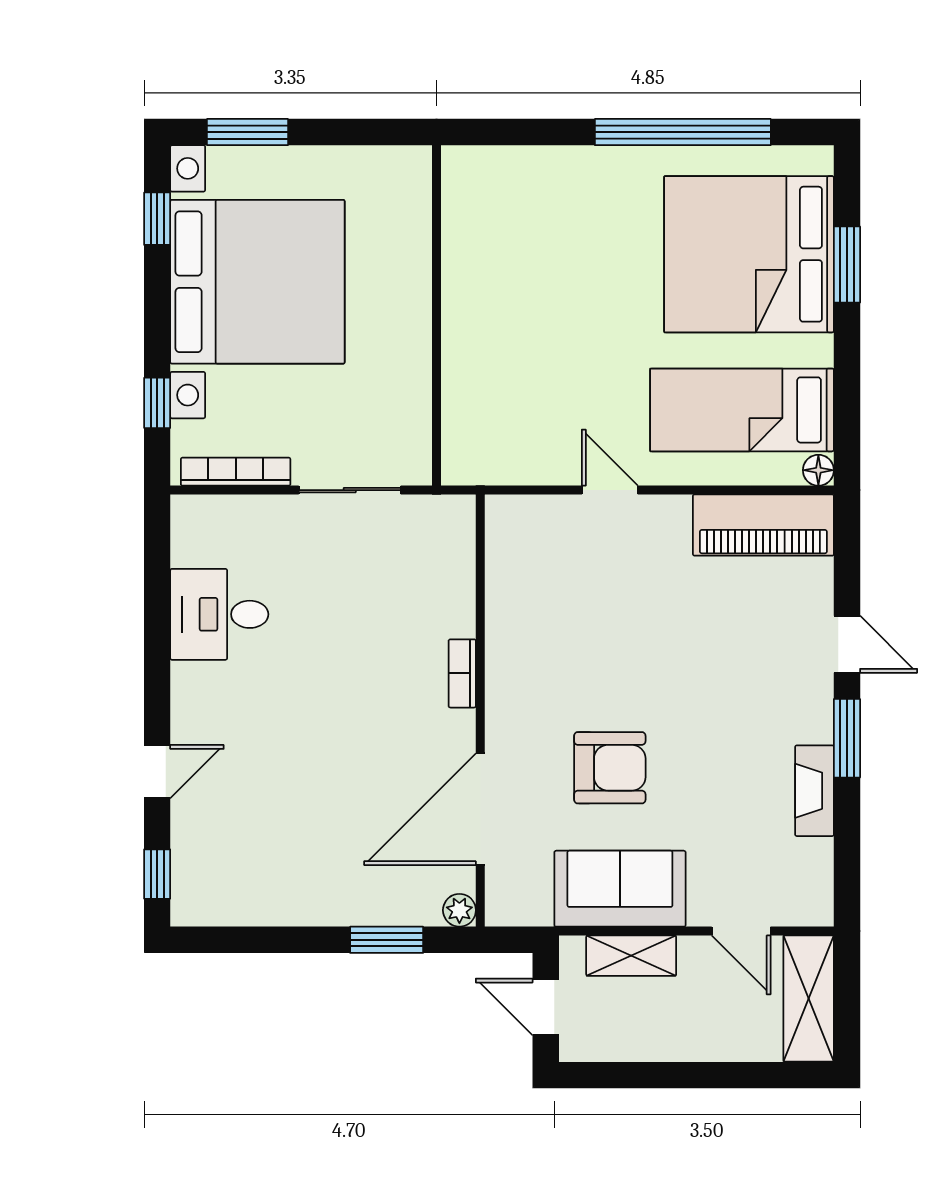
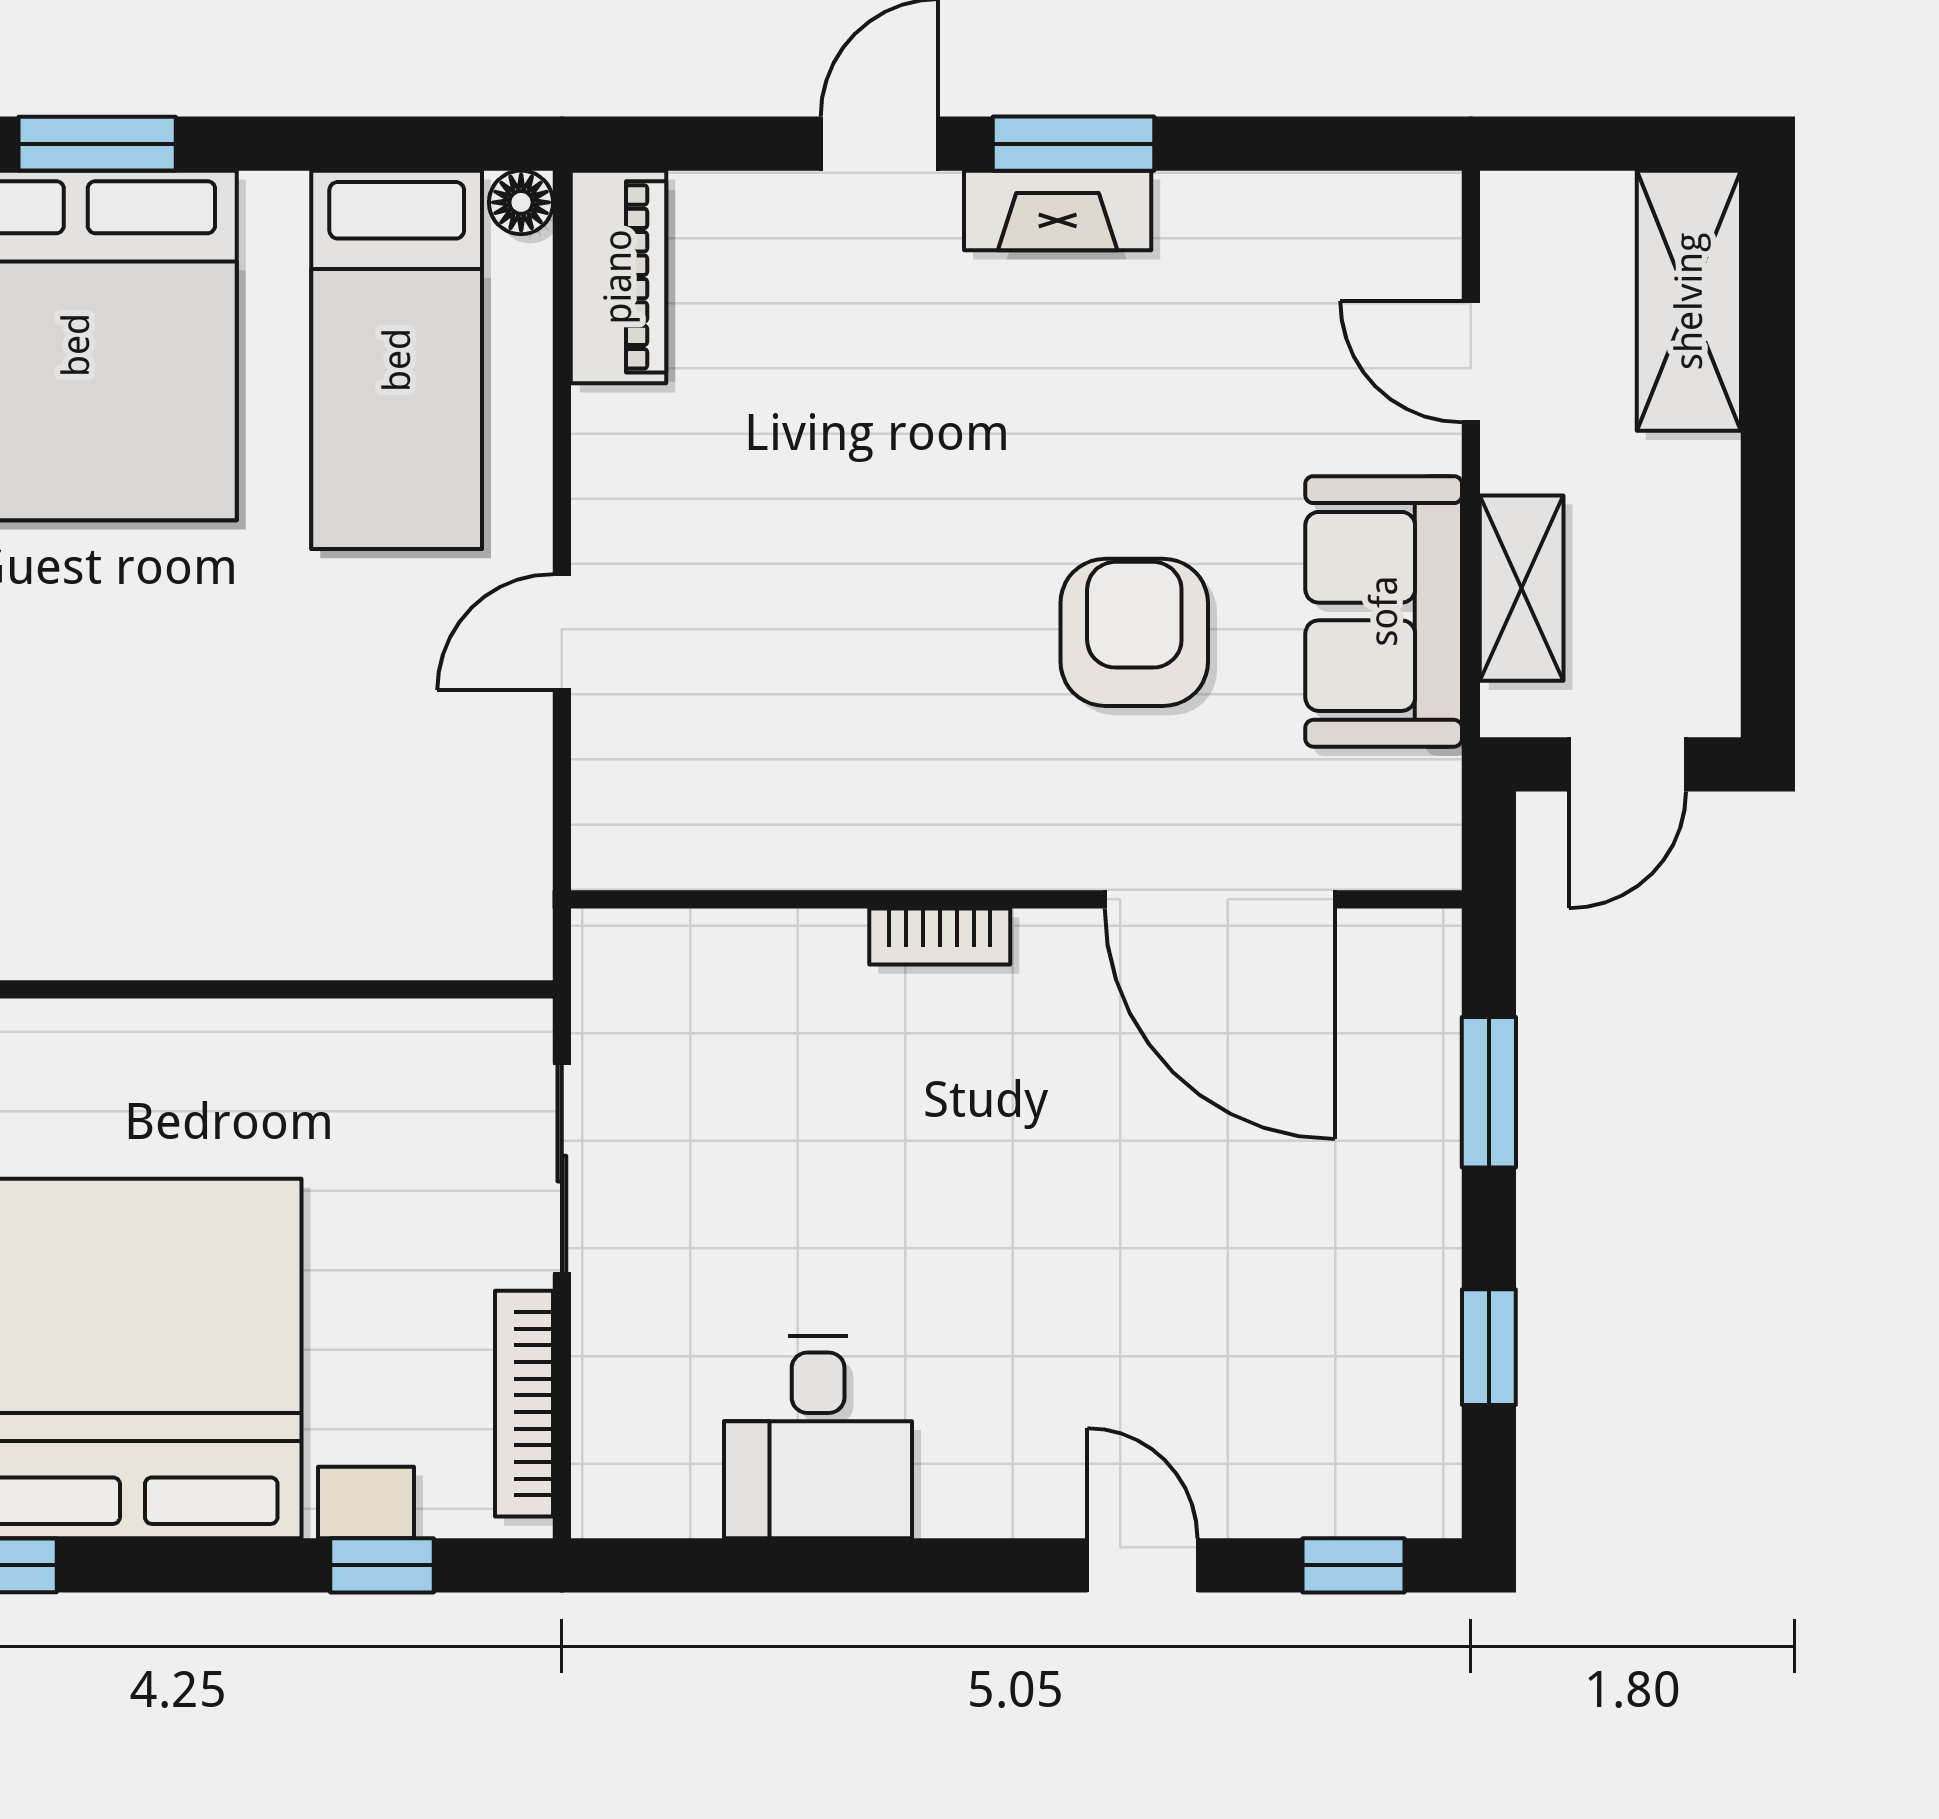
piano: (763, 525) -> (618, 277), width x0.73, depth x0.75
fireplace: (814, 791) -> (1058, 210), moved
plant: (459, 910) -> (1428, 942), removed
door: (741, 931) -> (1471, 362), swing flipped
window: (263, 940) -> (1489, 1347), added
shelving: (809, 999) -> (1689, 301), moved, turned 90

